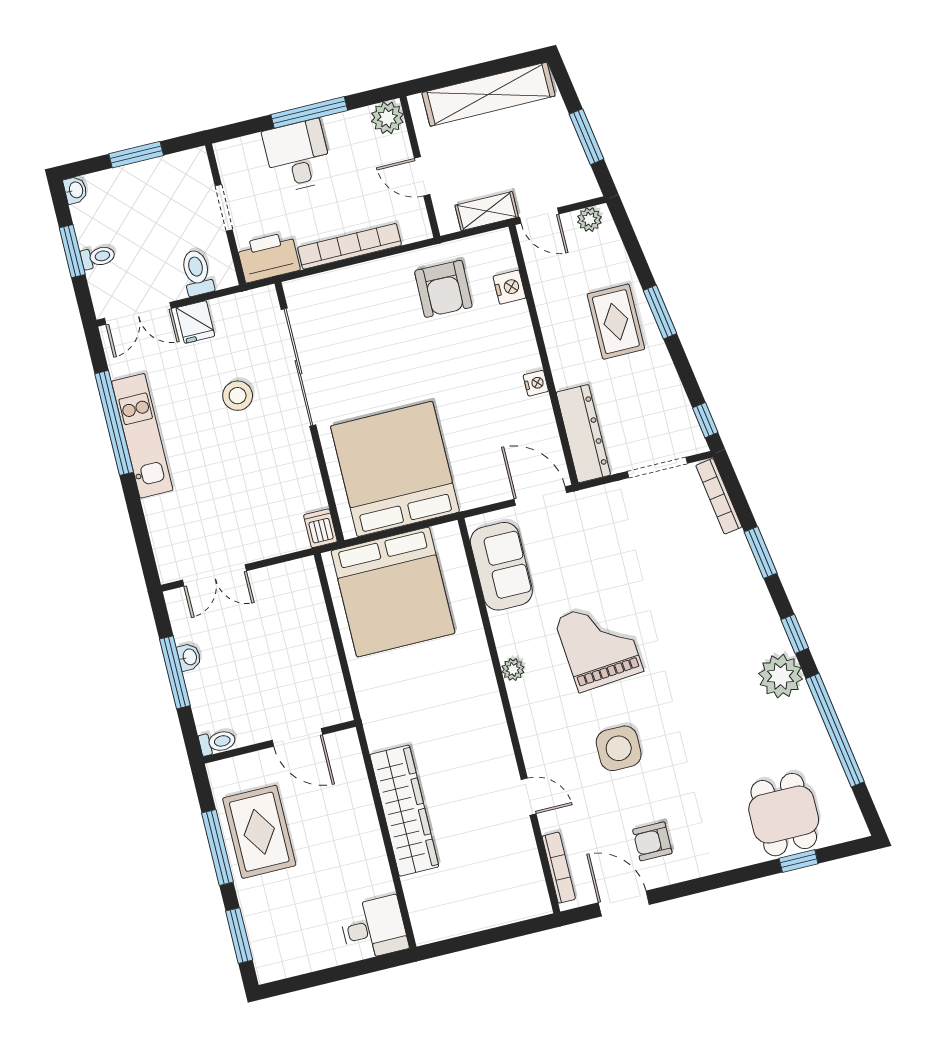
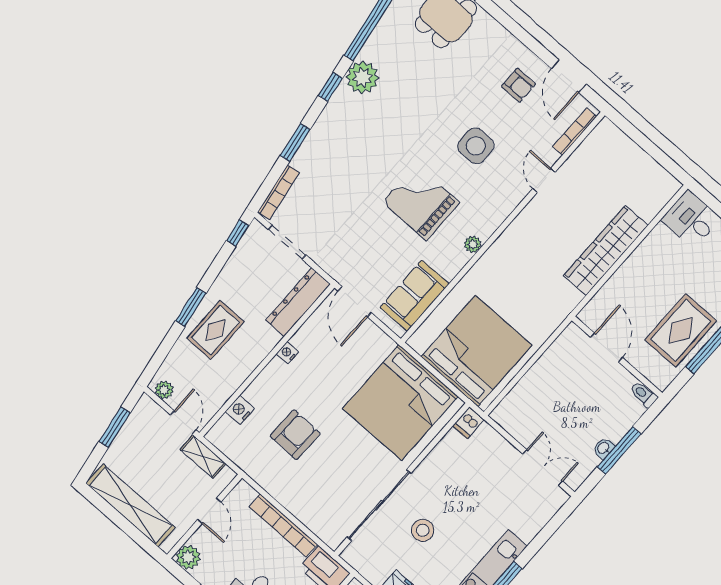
armchair: (443, 289) -> (295, 435), moved
grand piano: (599, 645) -> (421, 202), turned 95

